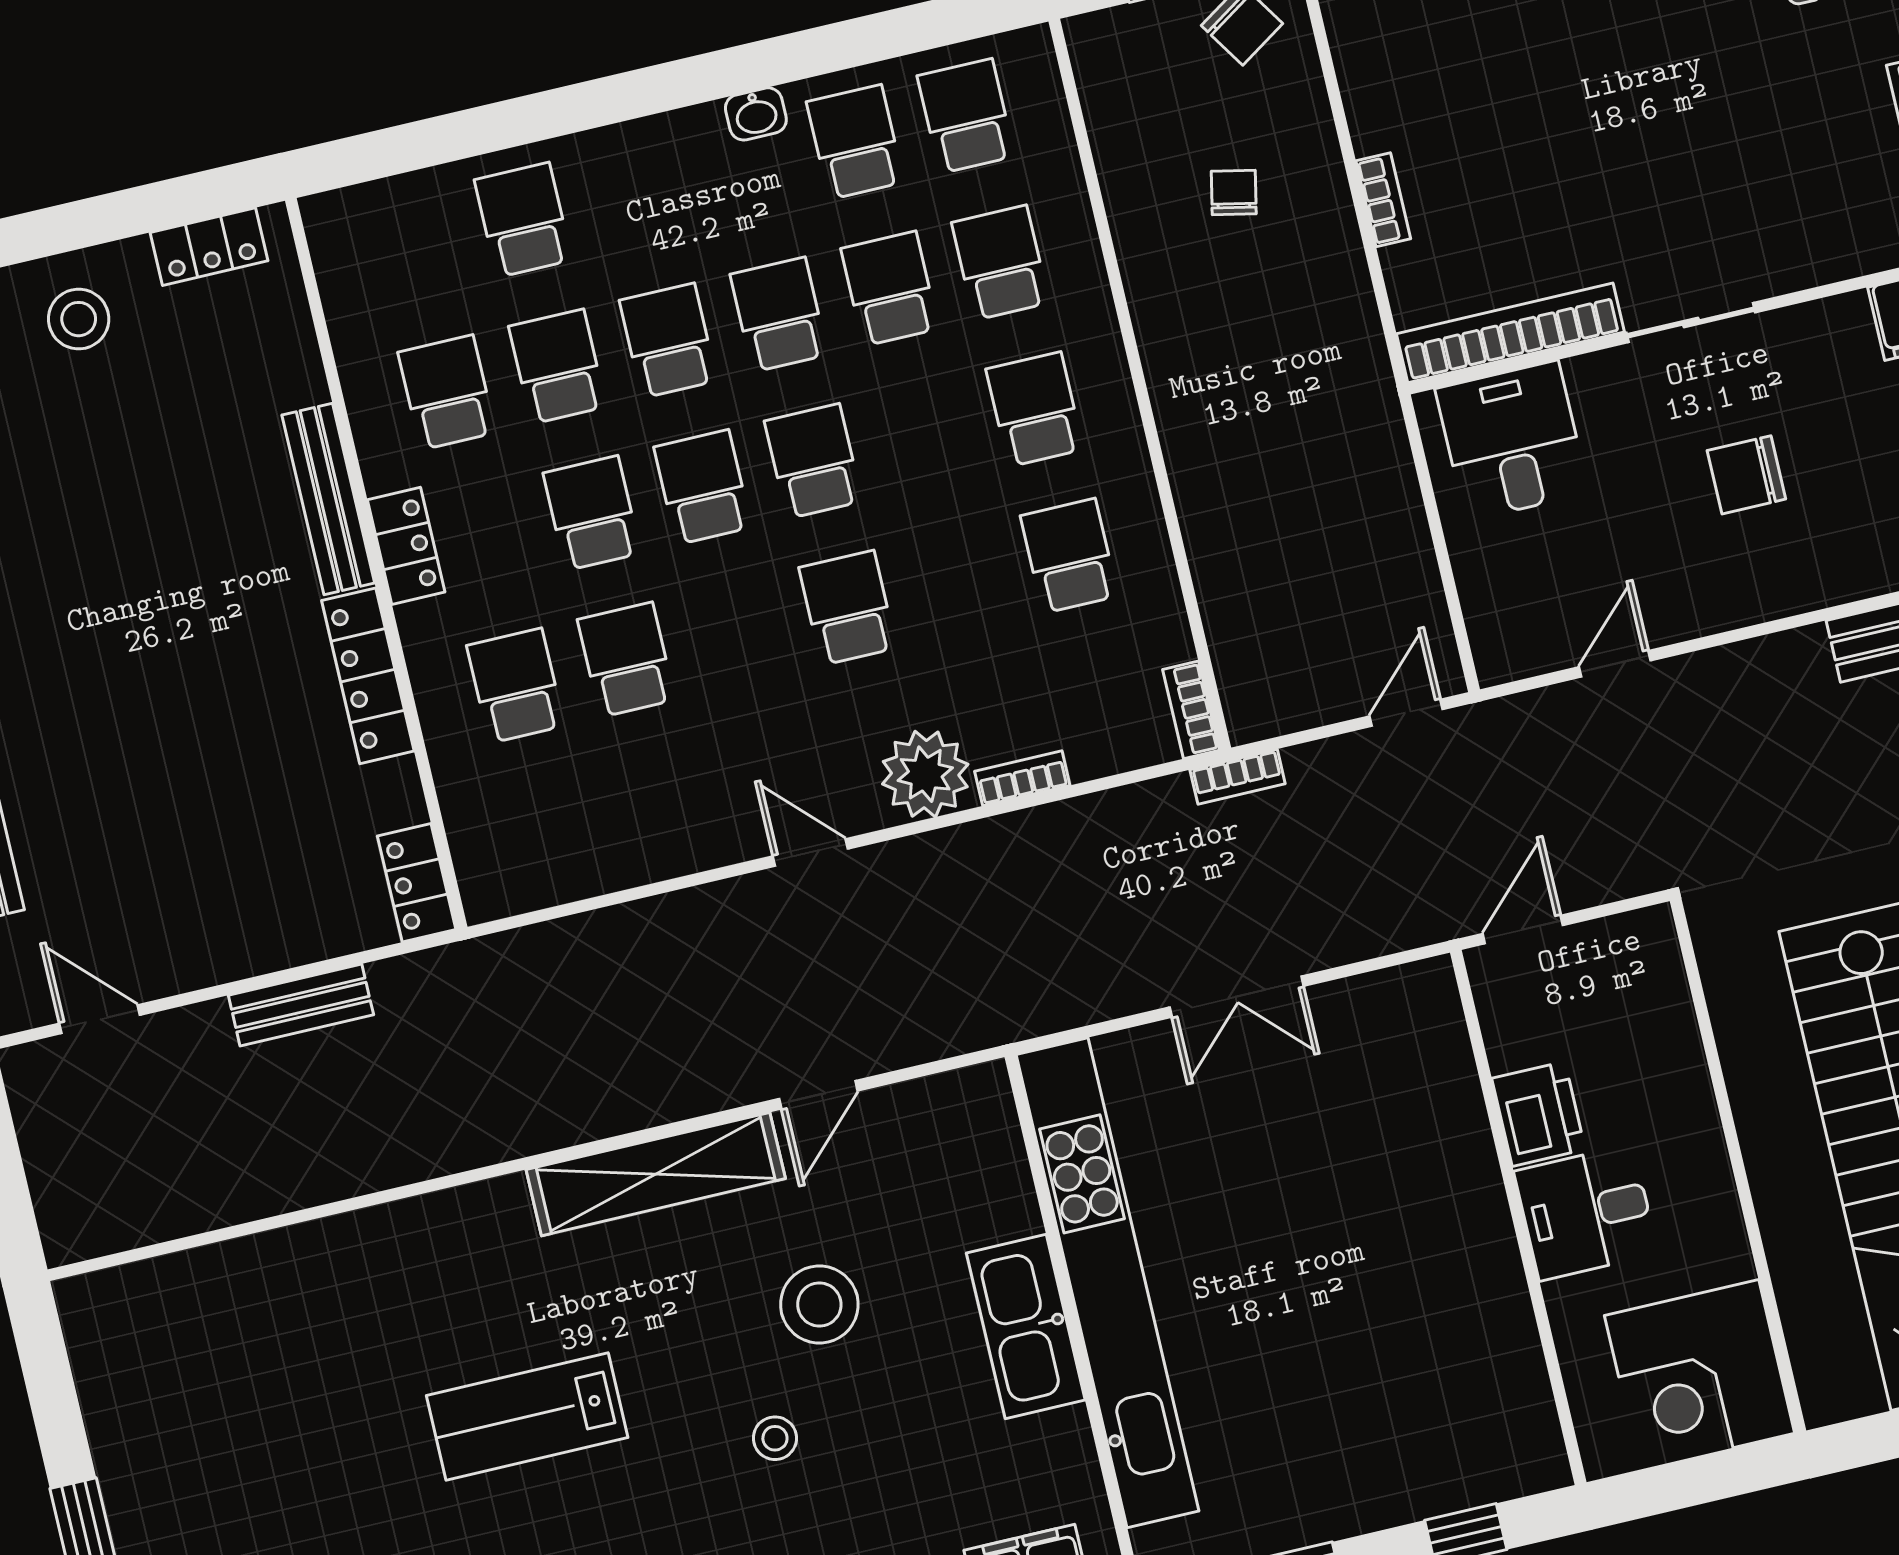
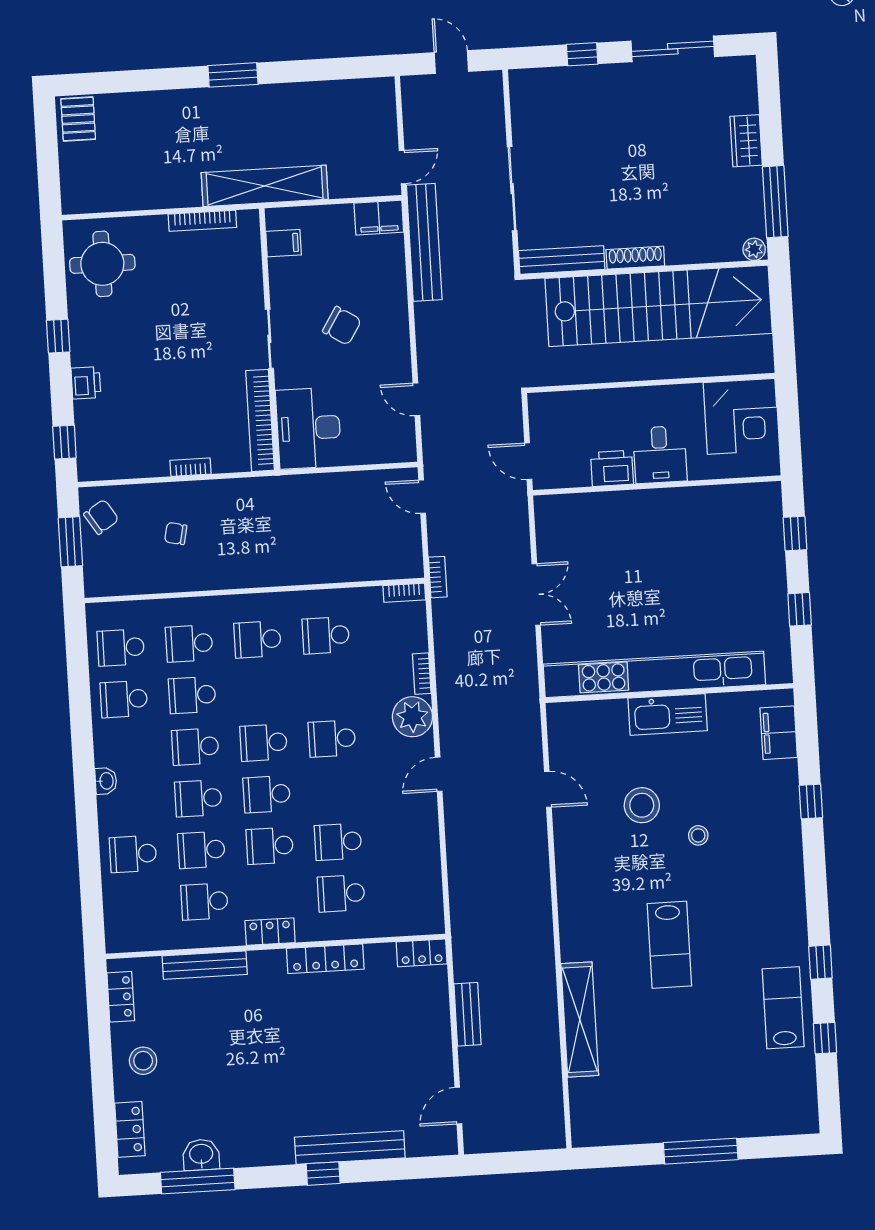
washbasin: (756, 114) -> (106, 781), moved
desk: (1512, 441) -> (309, 428), width x1.37
chair: (1746, 475) -> (342, 326), turned -58
bench: (328, 499) -> (205, 965), moved
shelving: (656, 1174) -> (580, 1020), moved

